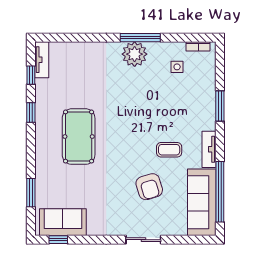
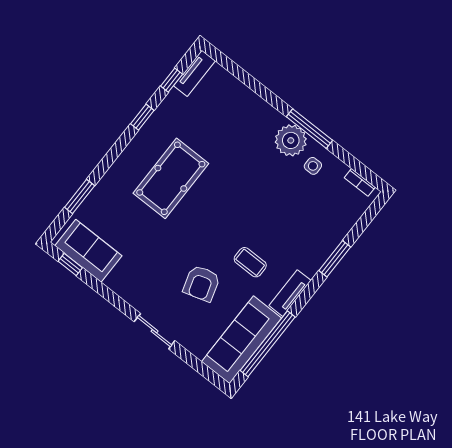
side table: (177, 67) -> (313, 166), moved

